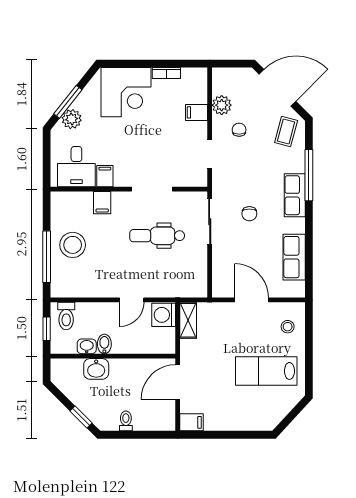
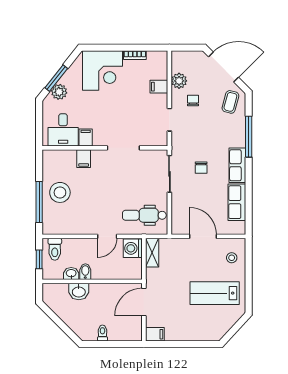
row of seats: (295, 195) -> (237, 165), moved
dental chair: (157, 236) -> (144, 215), moved
window: (81, 417) -> (67, 330), removed

